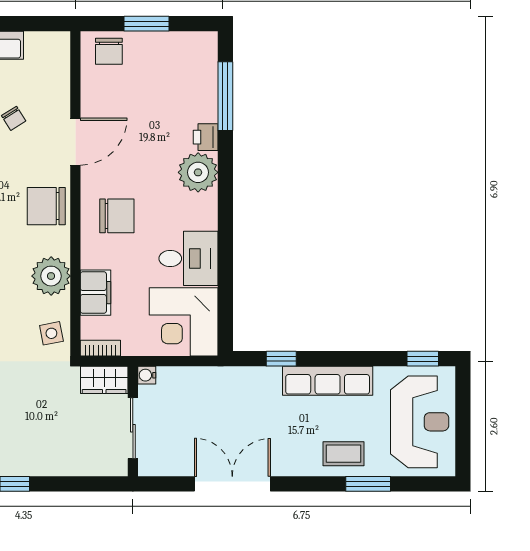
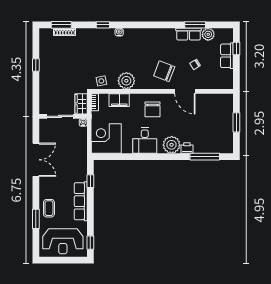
chair: (109, 51) -> (224, 106), removed
chair: (46, 206) -> (164, 71), moved, turned -69
desk: (188, 258) -> (145, 141), moved

